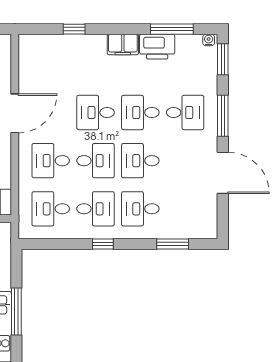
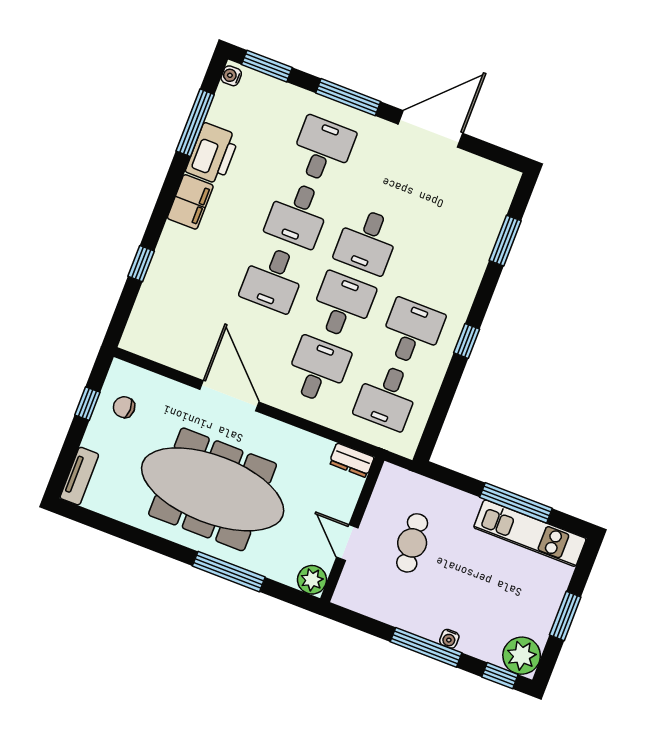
desk: (51, 161) -> (318, 370), turned 180
desk: (140, 209) -> (437, 268), removed

